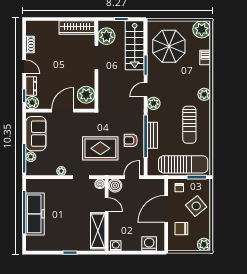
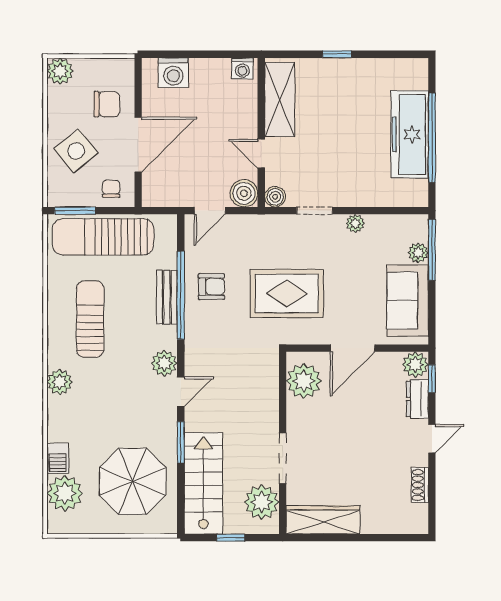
plant: (202, 29) -> (65, 493), moved
door: (24, 67) -> (432, 439), swing flipped
rug: (100, 148) -> (287, 293), moved

